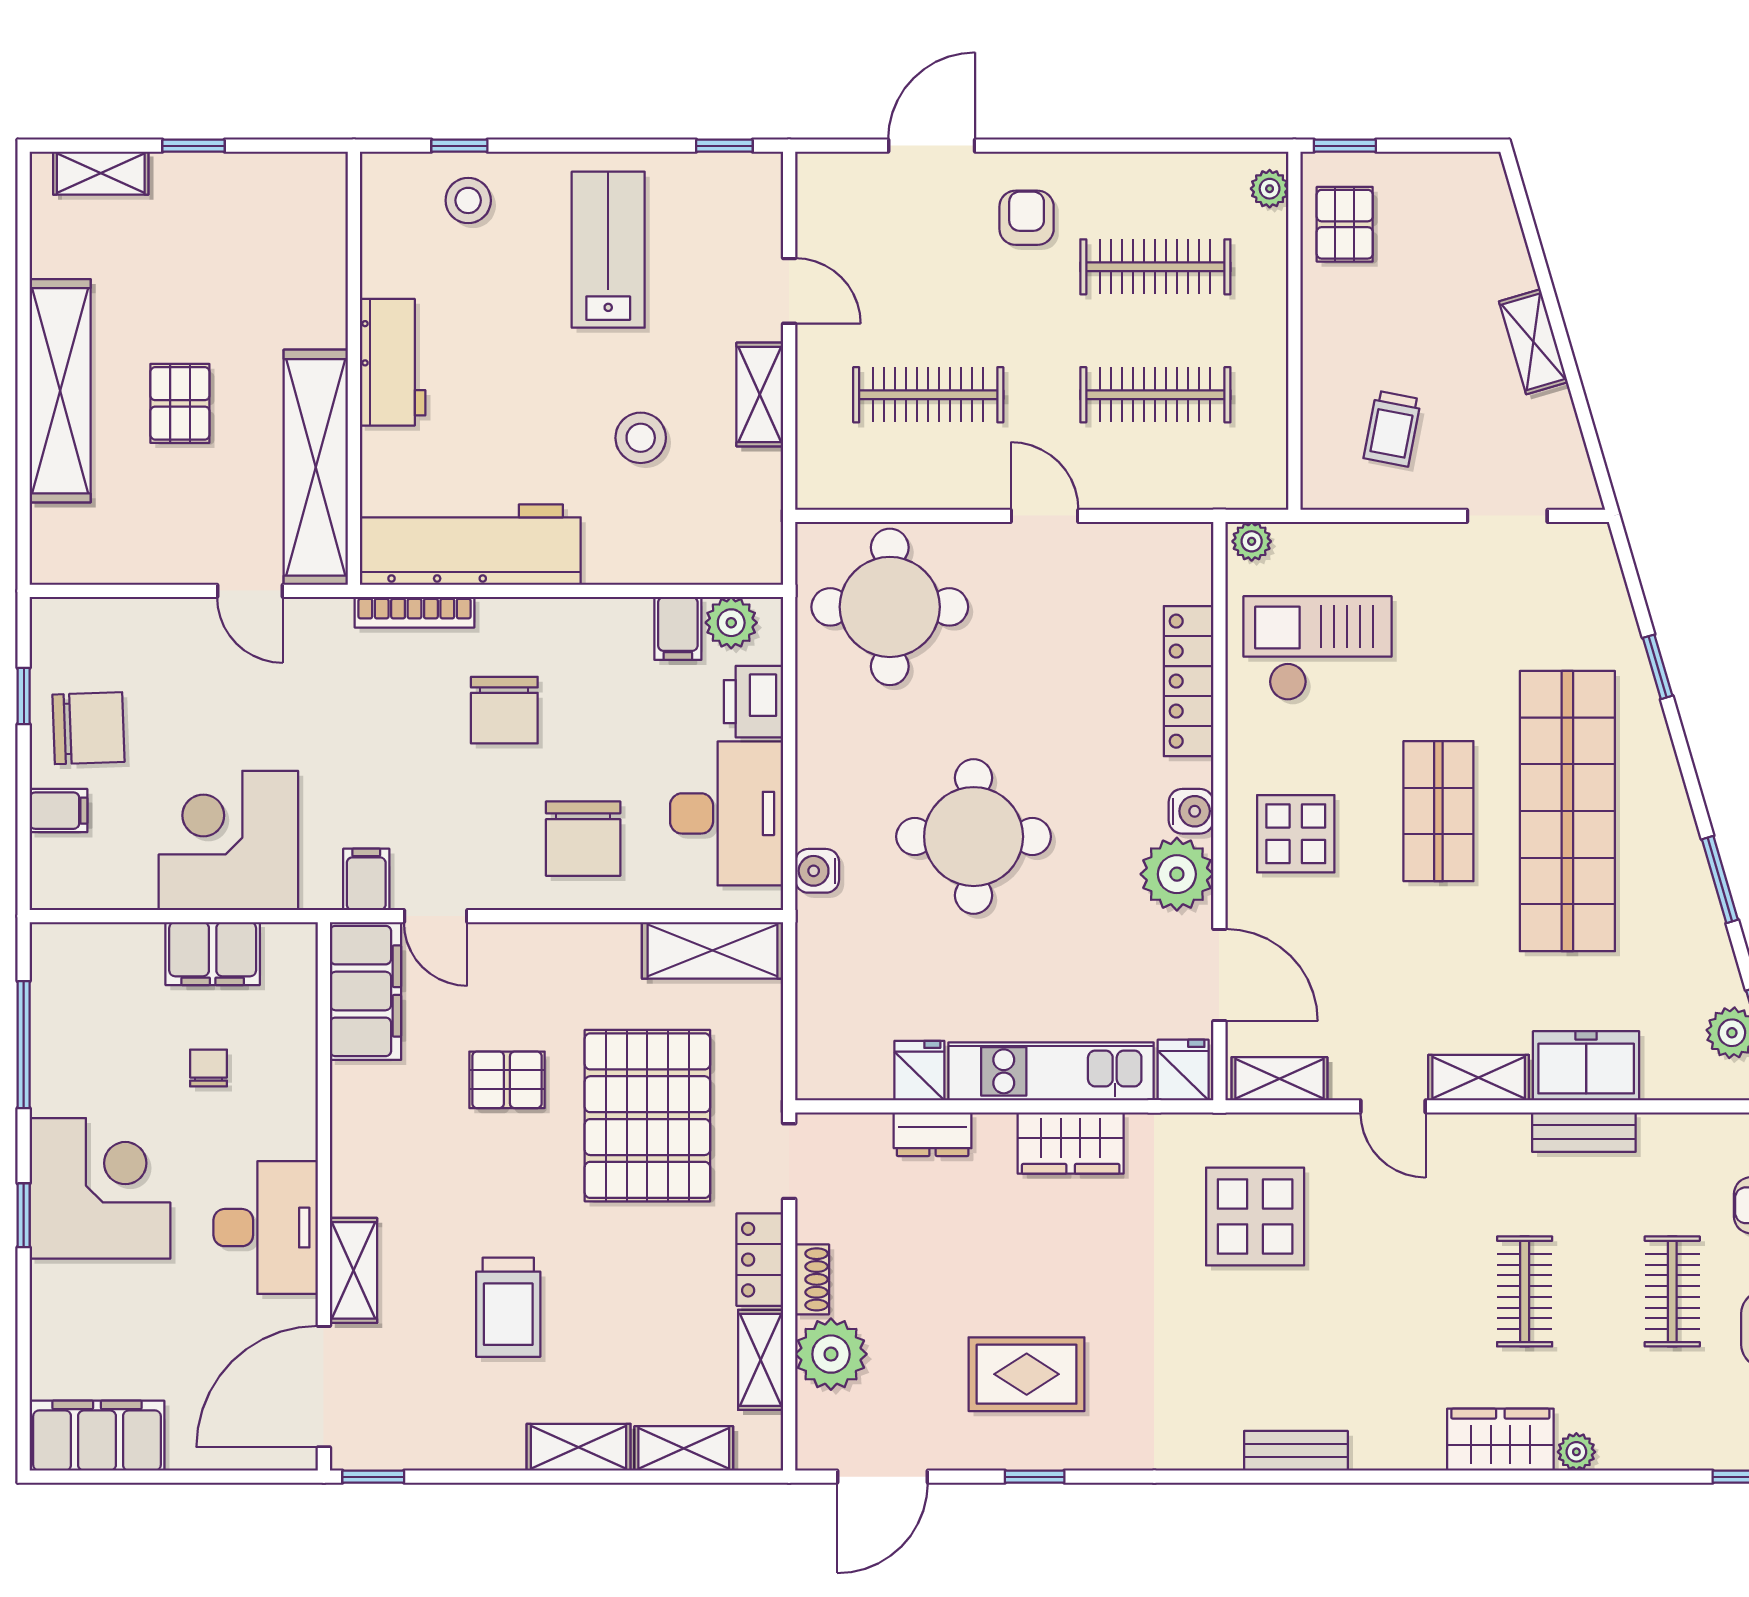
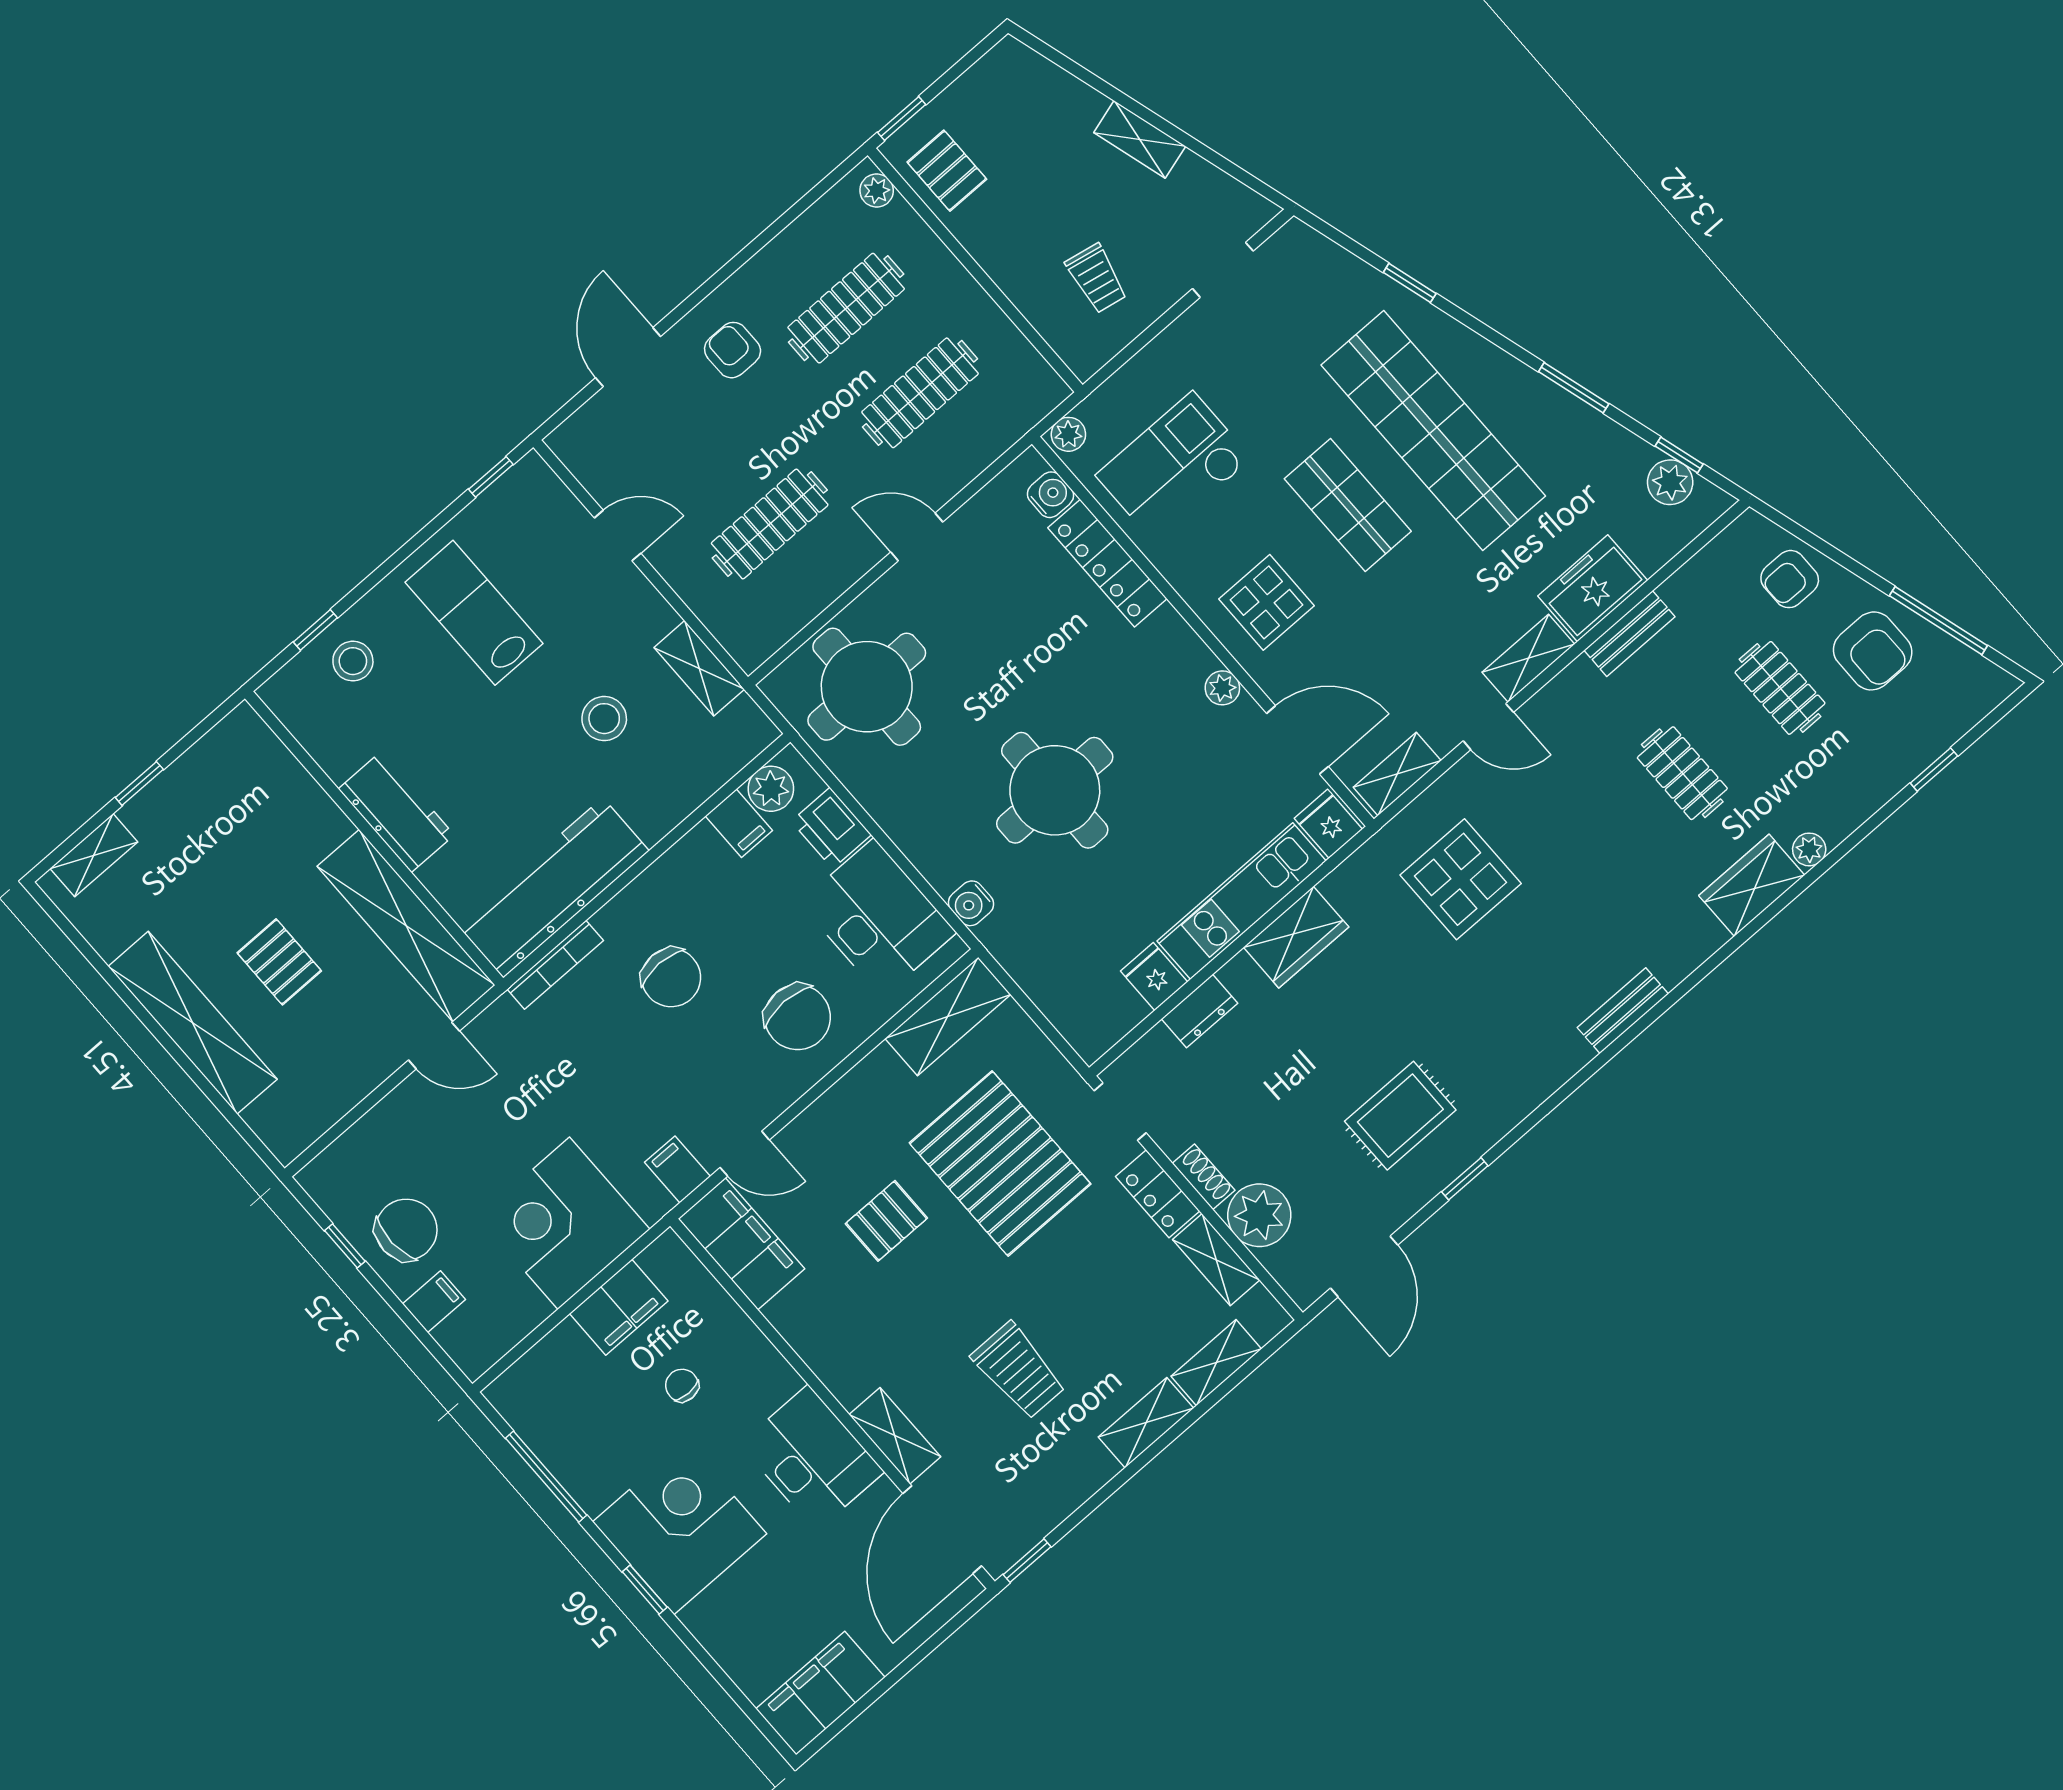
shelving: (760, 395) -> (699, 668), moved
water cooler: (1191, 811) -> (1050, 495), moved
plant: (1177, 874) -> (1222, 688), width x0.53, depth x0.53

